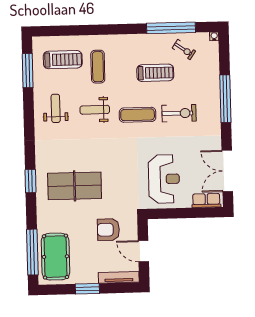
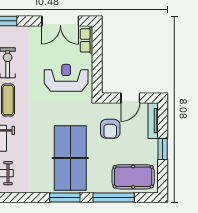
window: (30, 181) -> (65, 197), width x1.44
table tennis table: (75, 186) -> (70, 158), width x1.36, depth x1.32
window: (32, 252) -> (114, 197), moved

